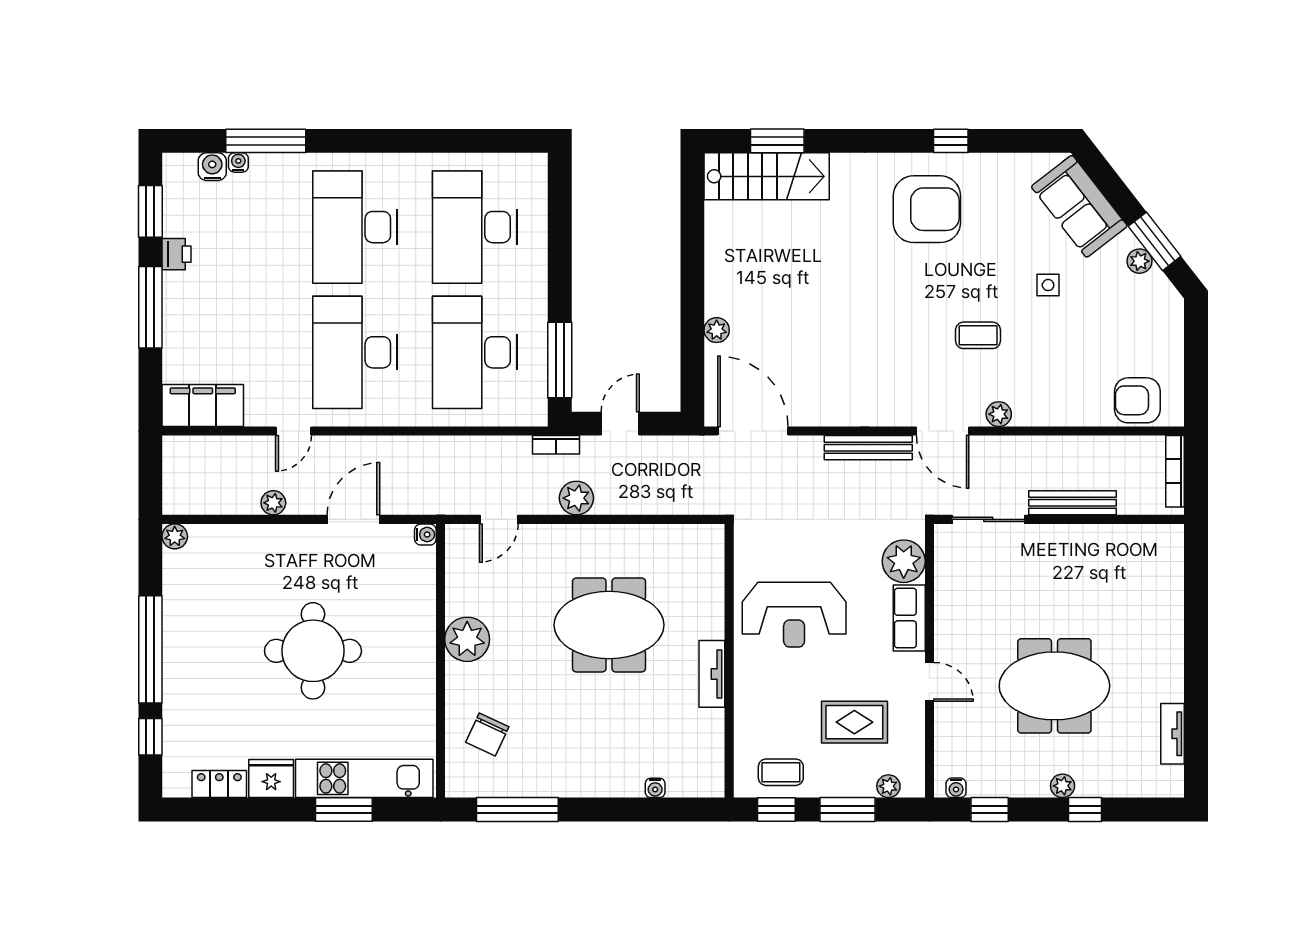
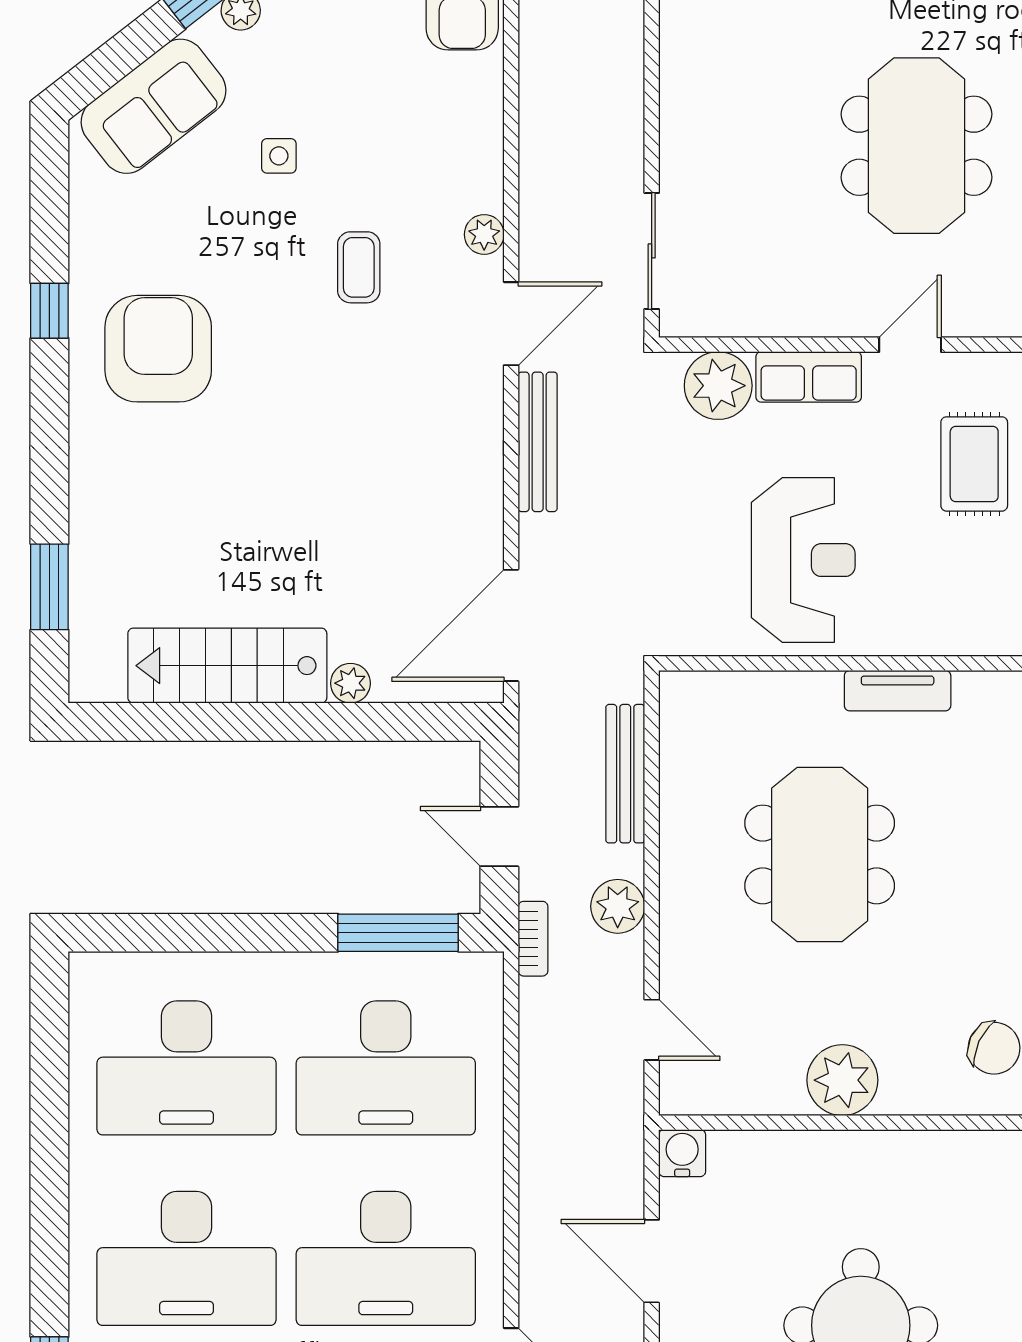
stairs: (767, 176) -> (227, 666), moved, turned -90
bench: (1073, 503) -> (625, 774), moved
water cooler: (425, 535) -> (682, 1153), width x1.38, depth x1.38

